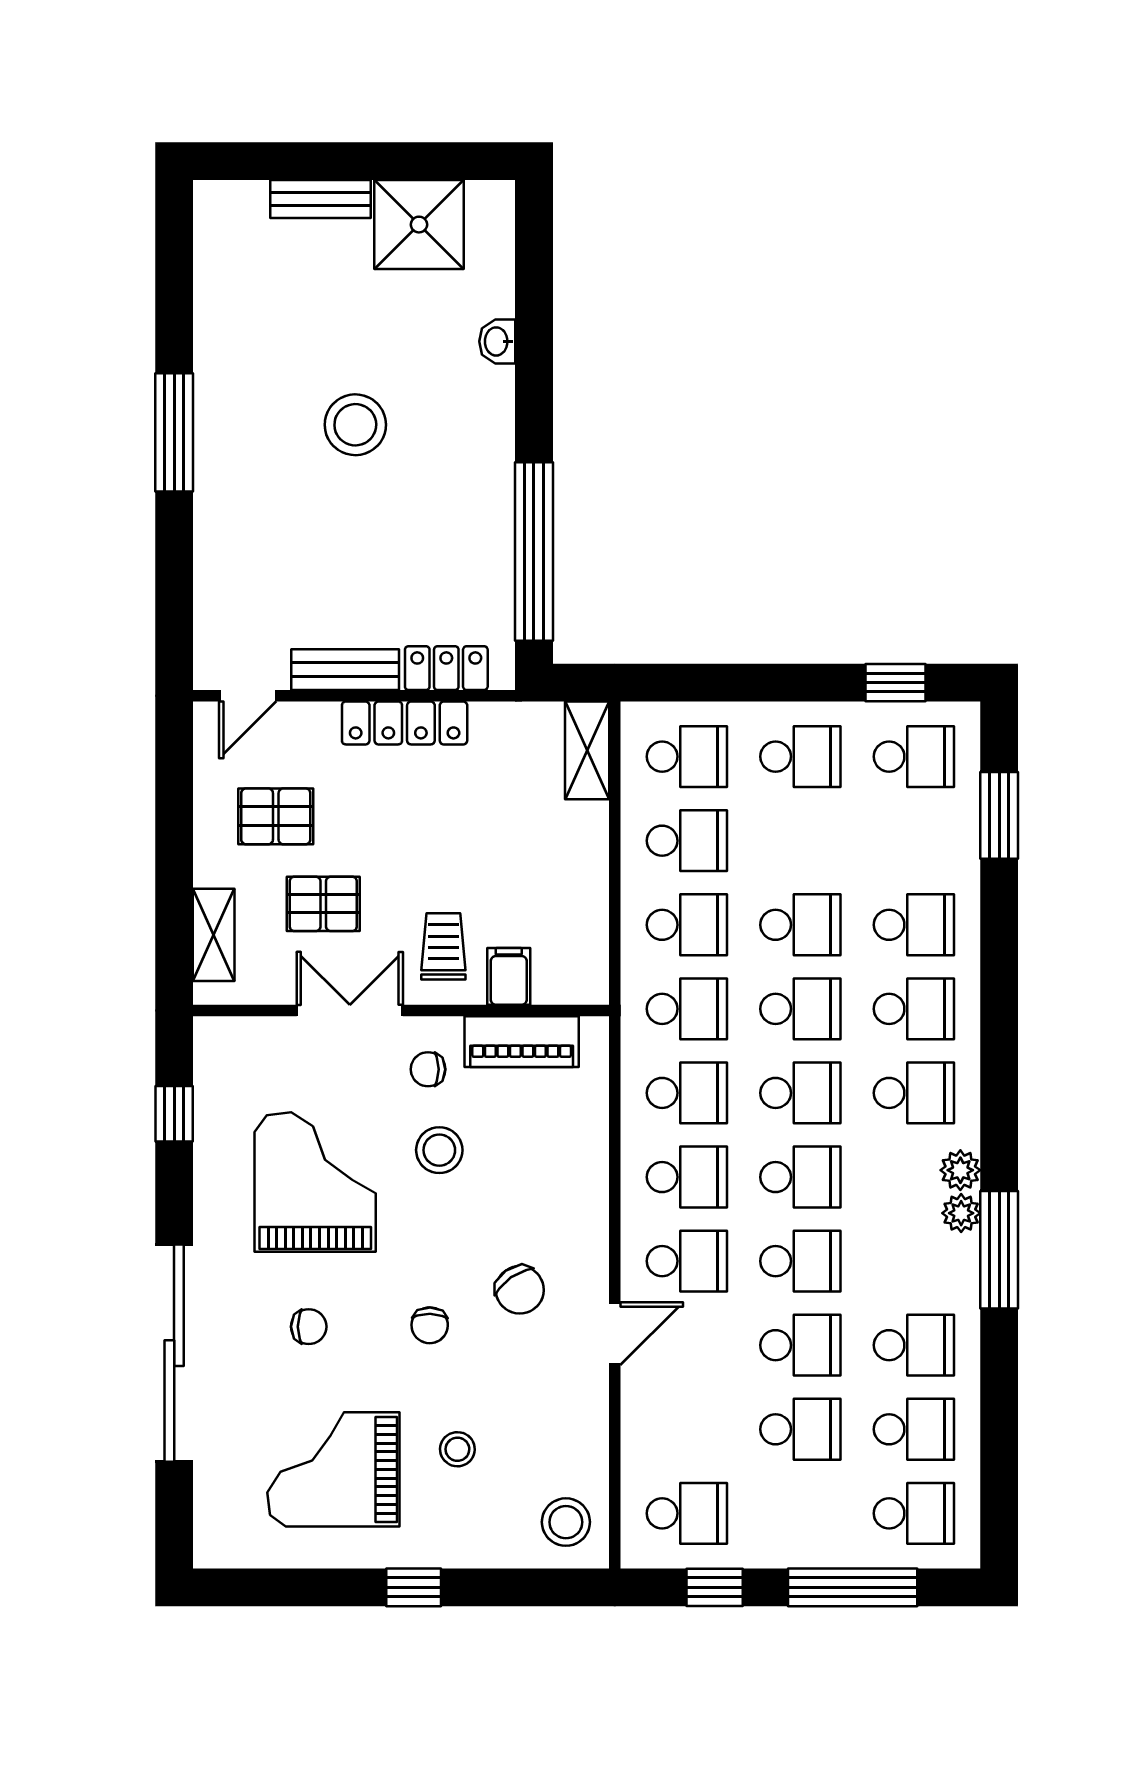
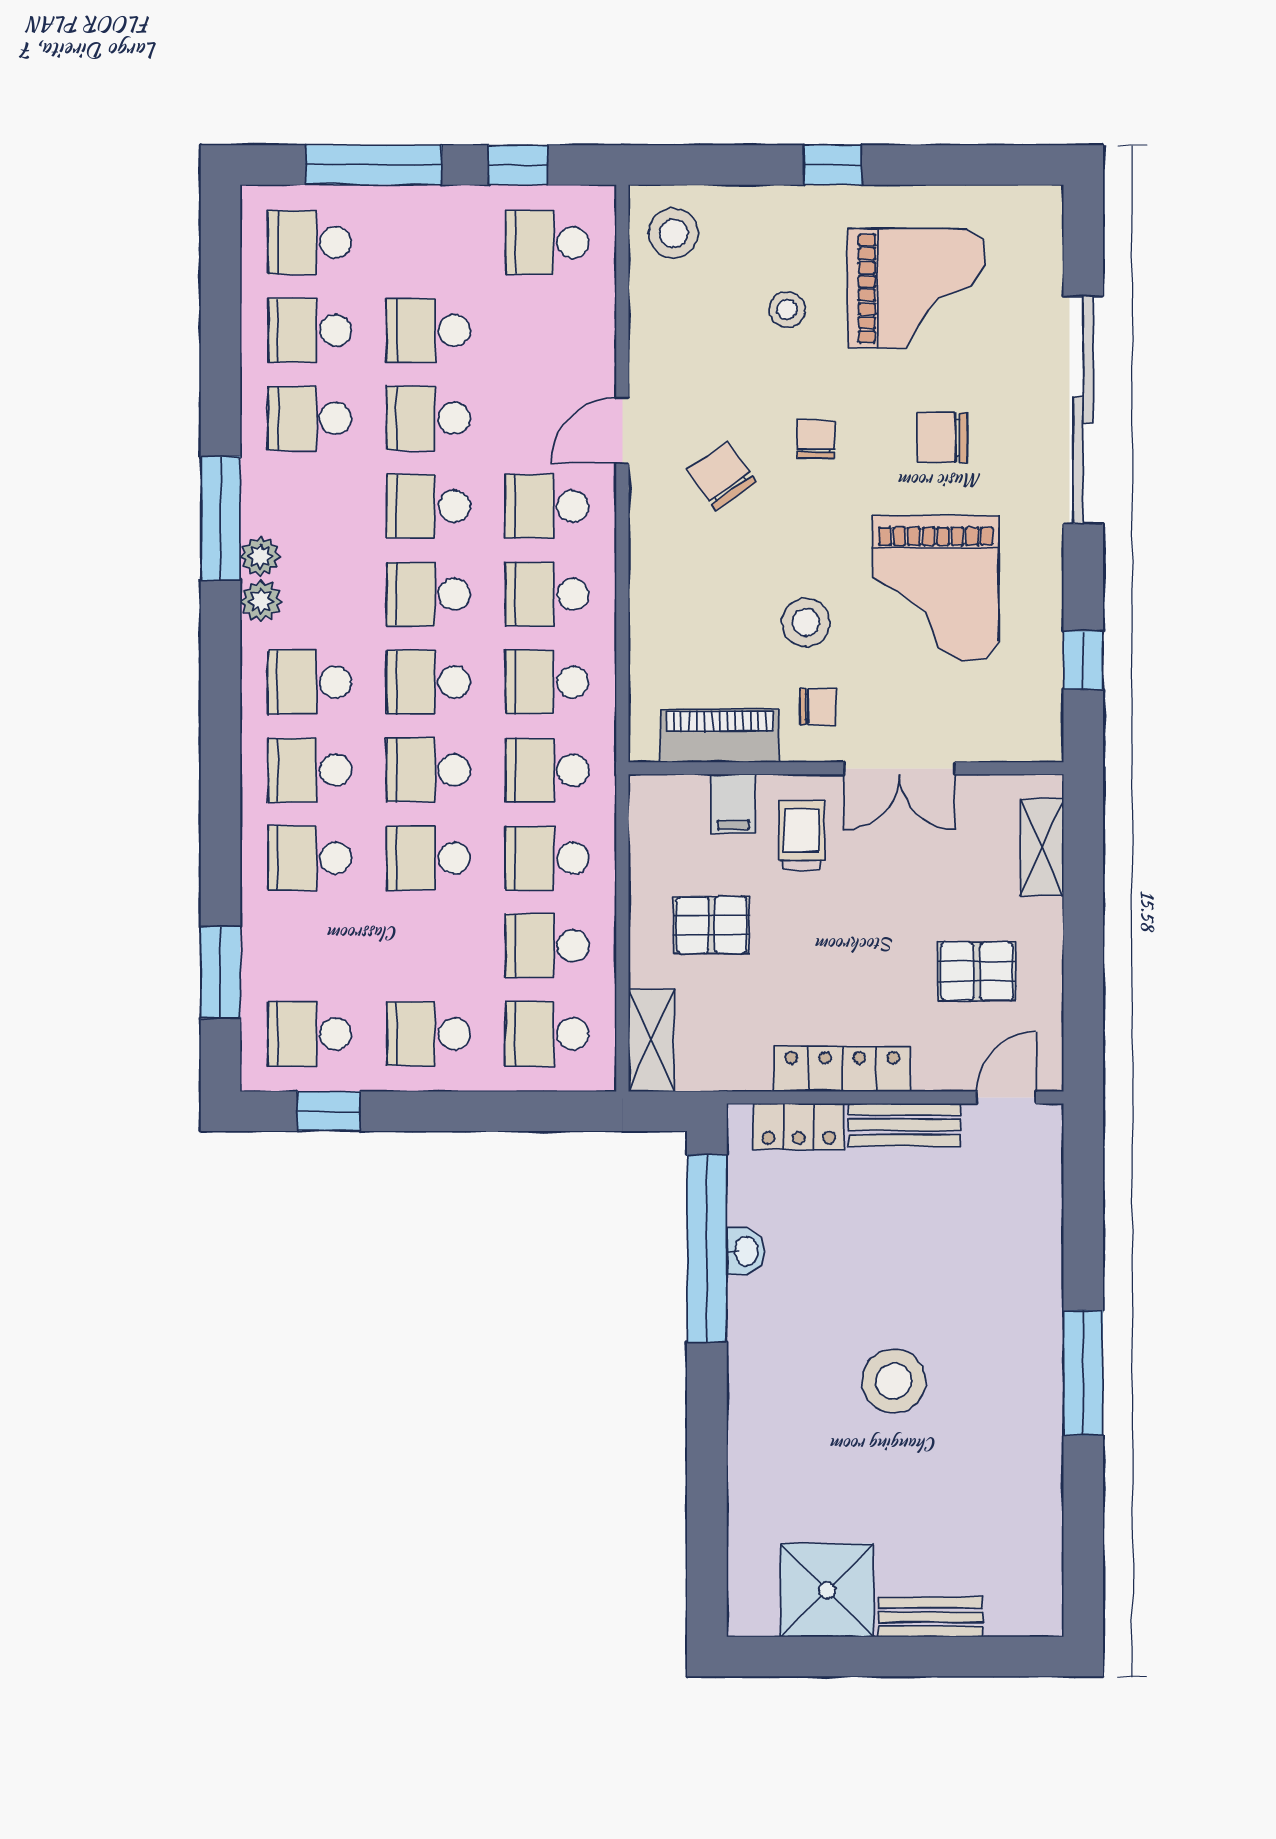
washbasin: (497, 341) -> (745, 1251), moved
pallet: (323, 904) -> (712, 925), moved
trolley: (443, 946) -> (802, 835), turned 180
chair: (309, 1327) -> (942, 438), width x1.37, depth x1.37

